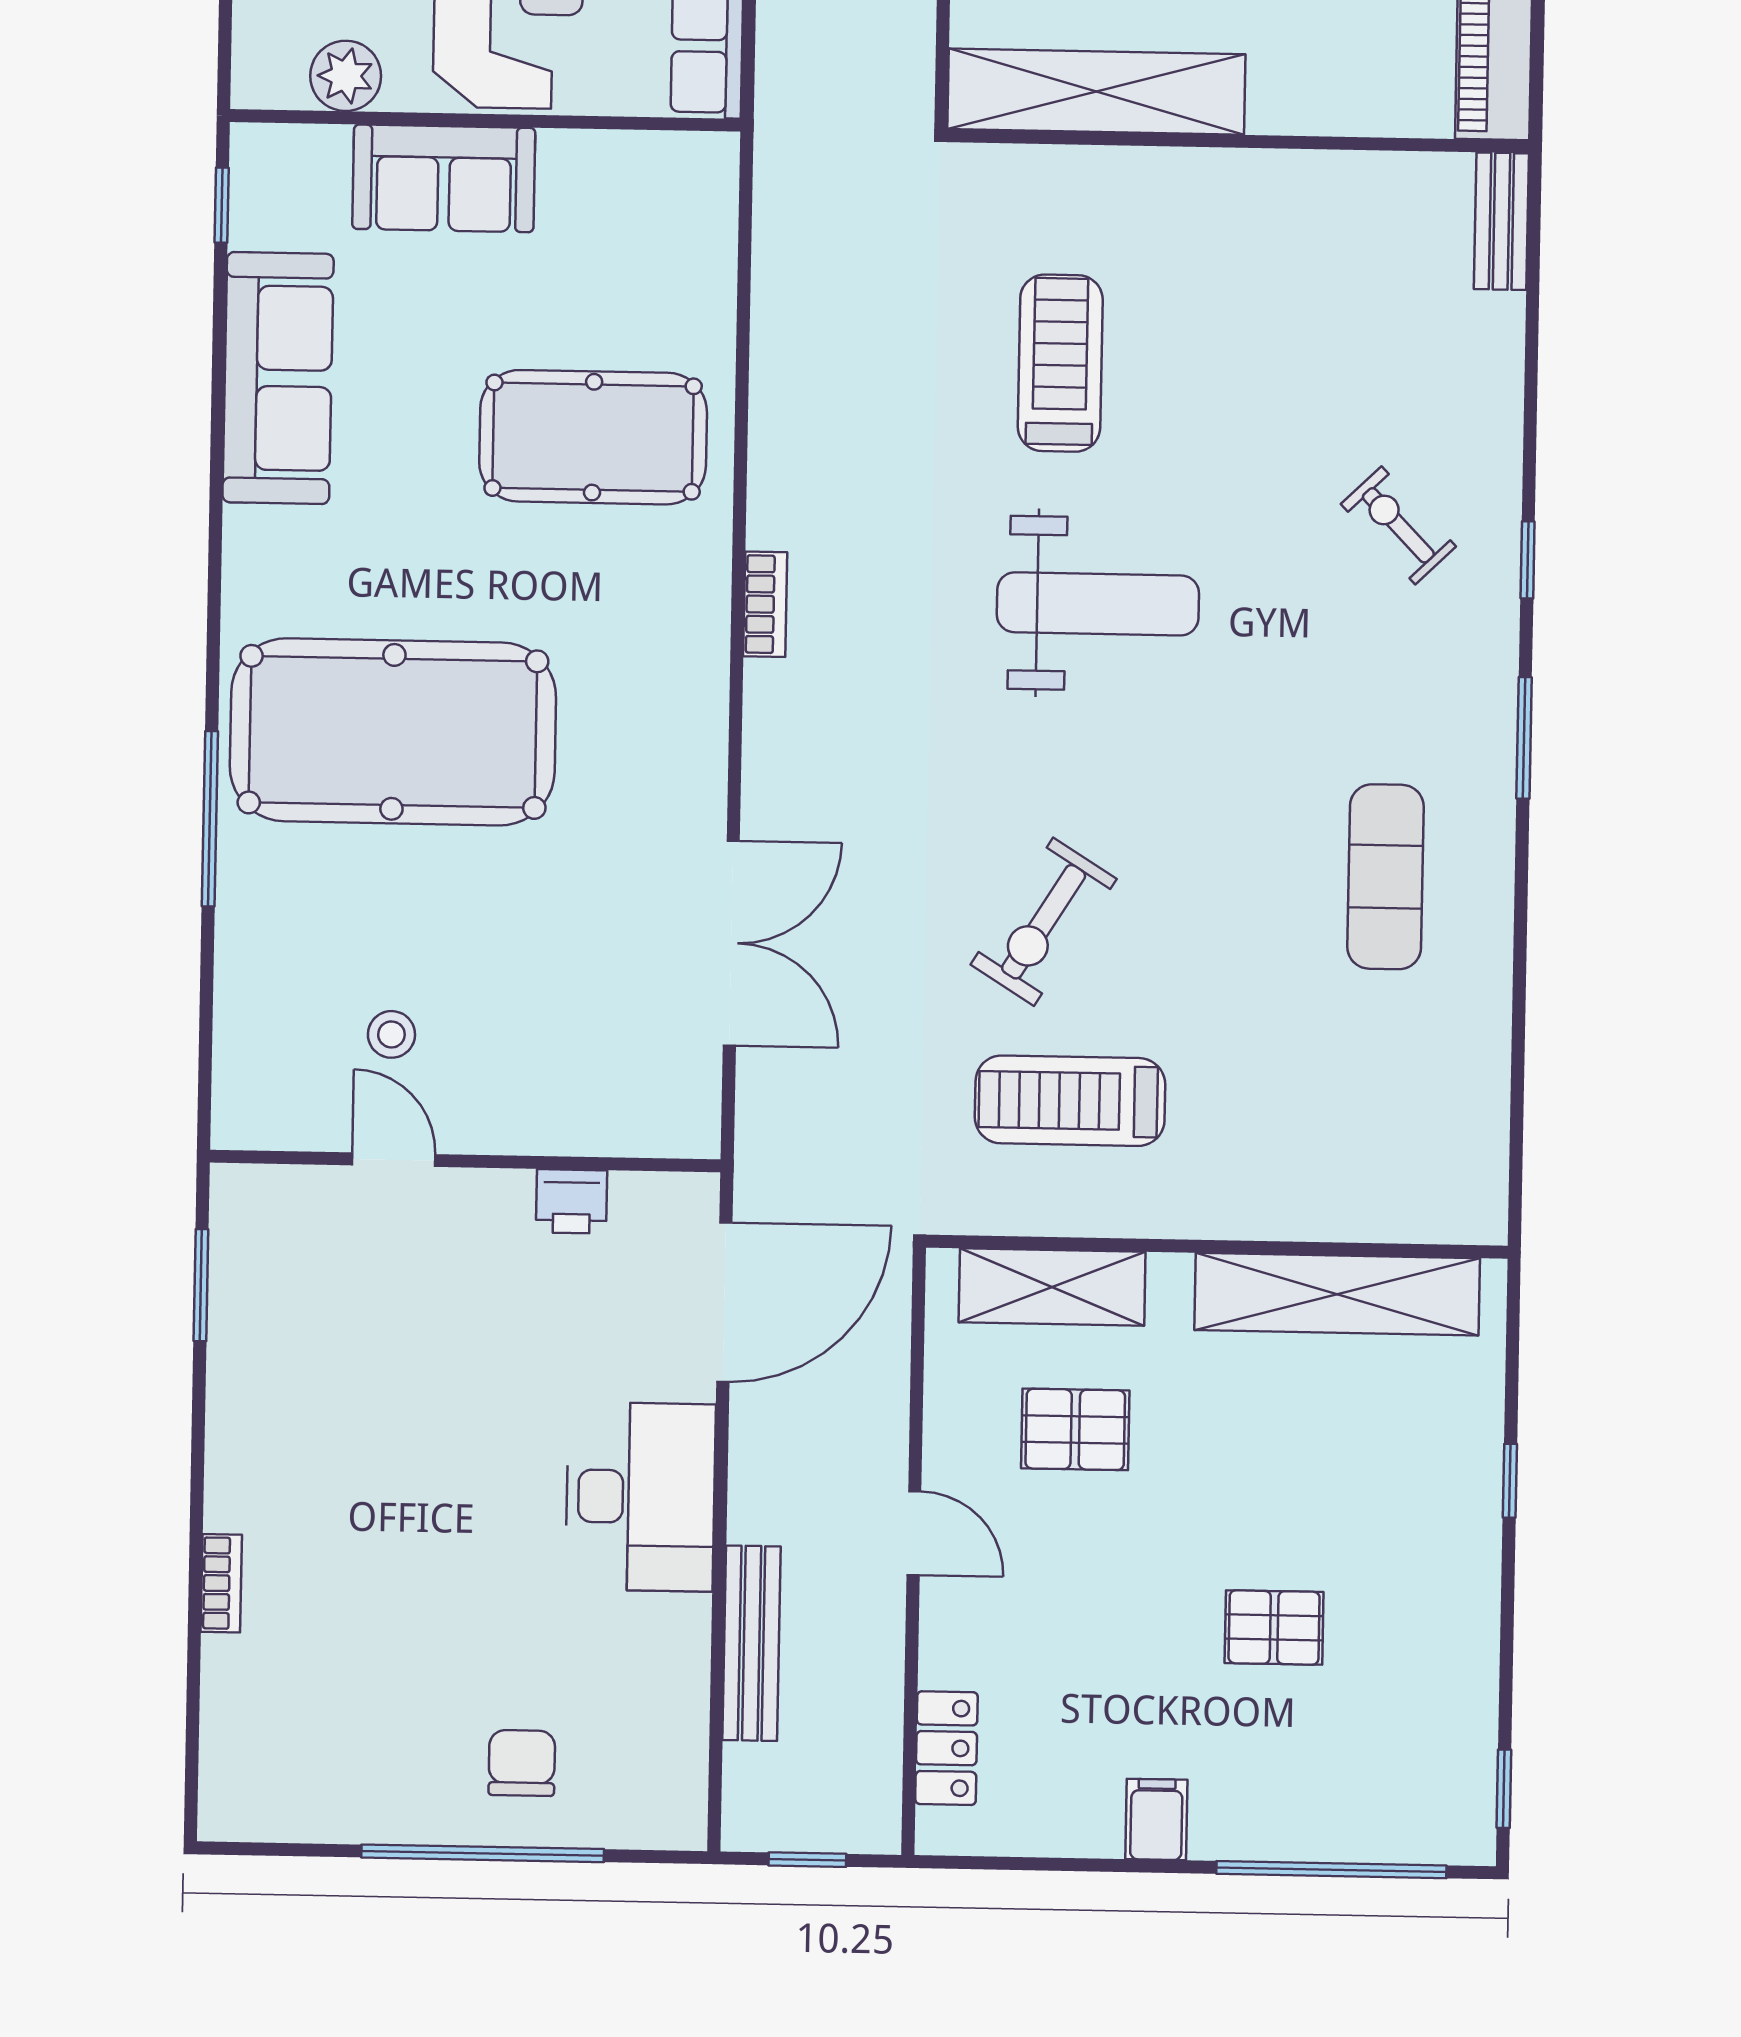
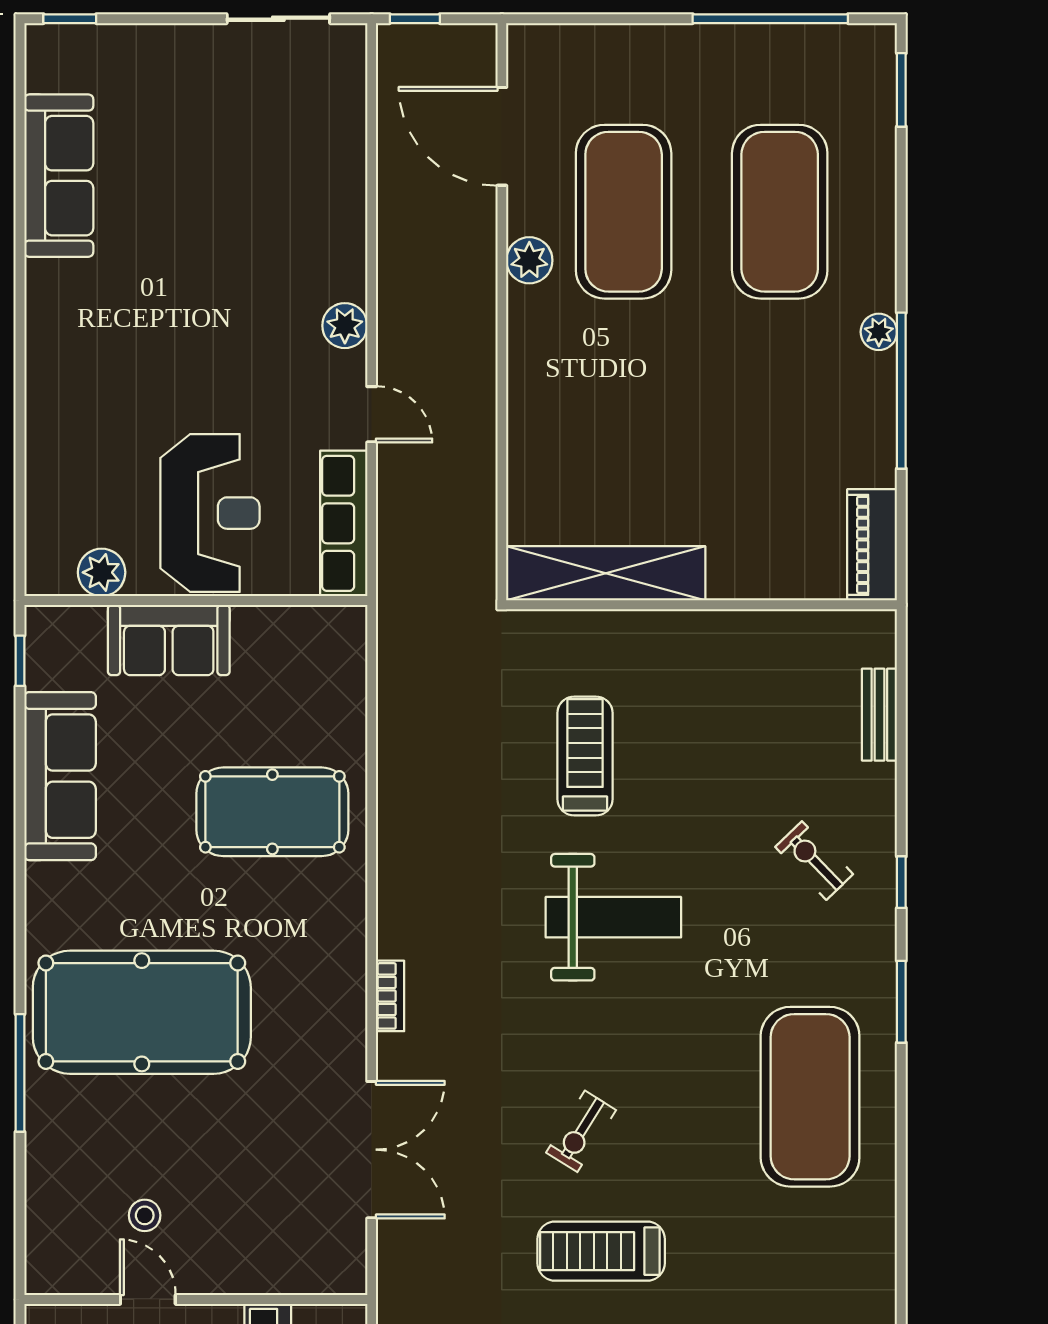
bench: (1501, 221) -> (879, 715), moved
bookcase: (765, 604) -> (390, 996), moved
exercise mat: (1385, 877) -> (810, 1097), width x2.00, depth x1.45
exercise bike: (1044, 922) -> (581, 1131), width x0.73, depth x0.72

